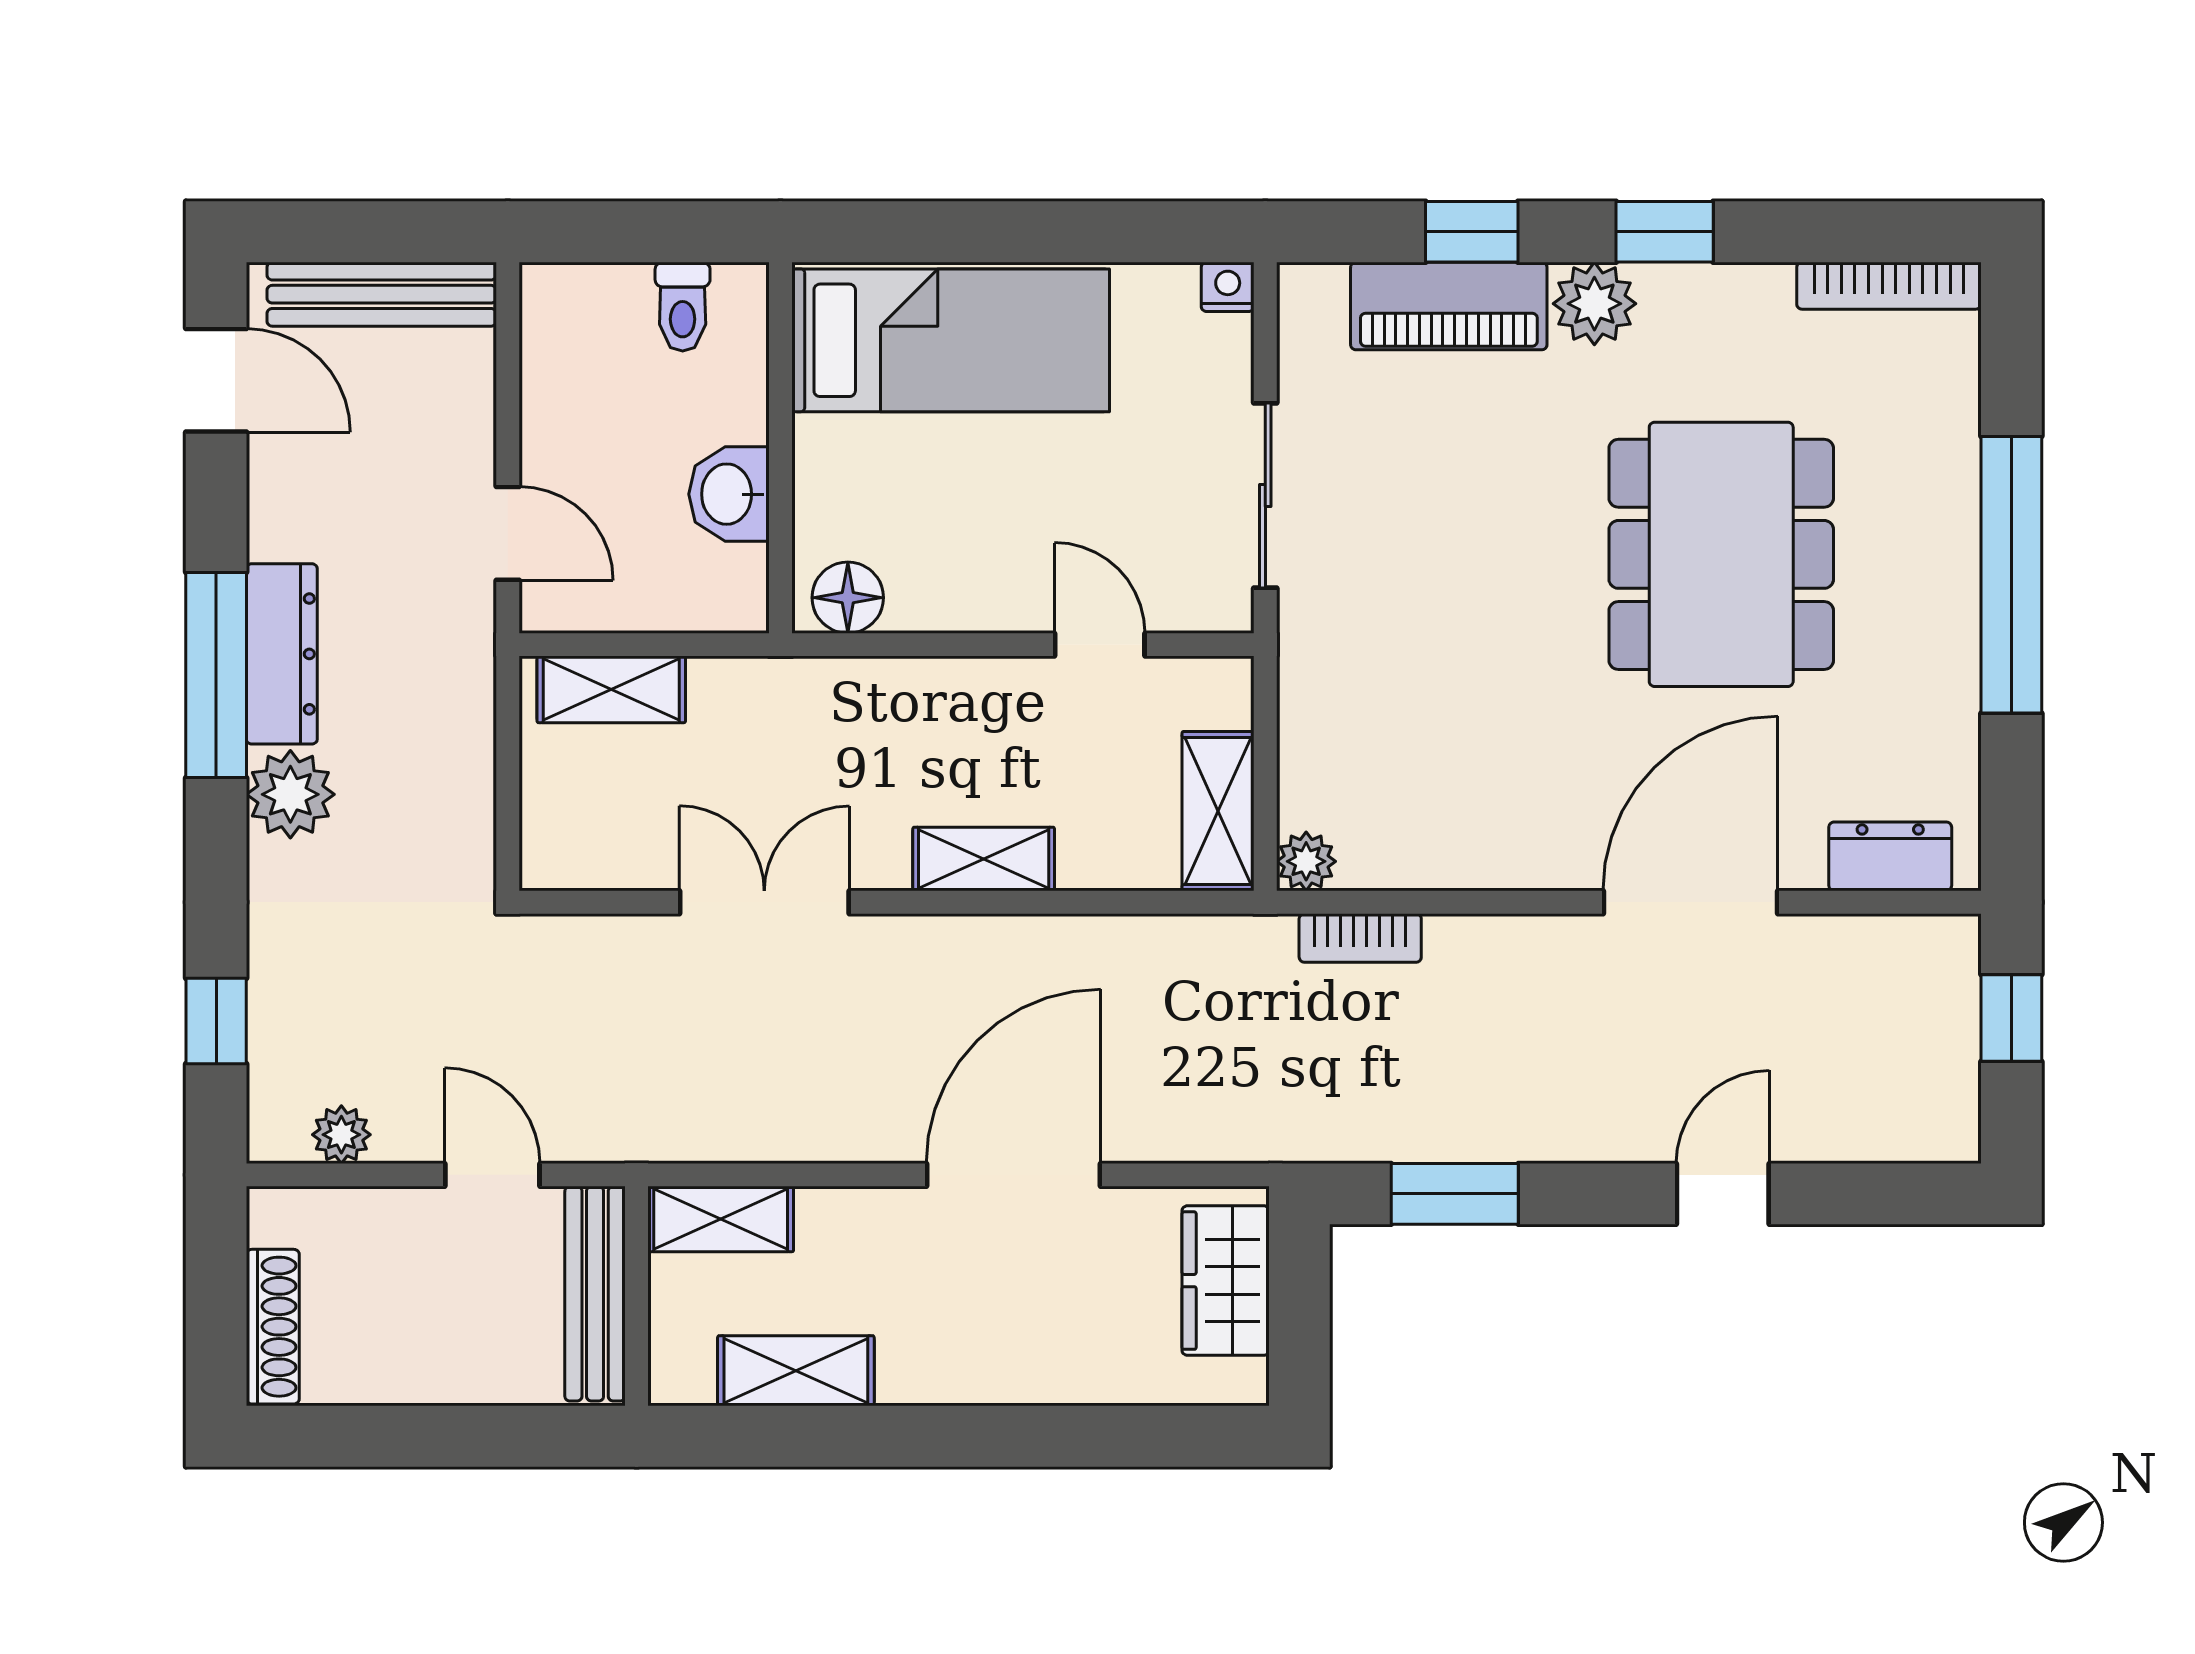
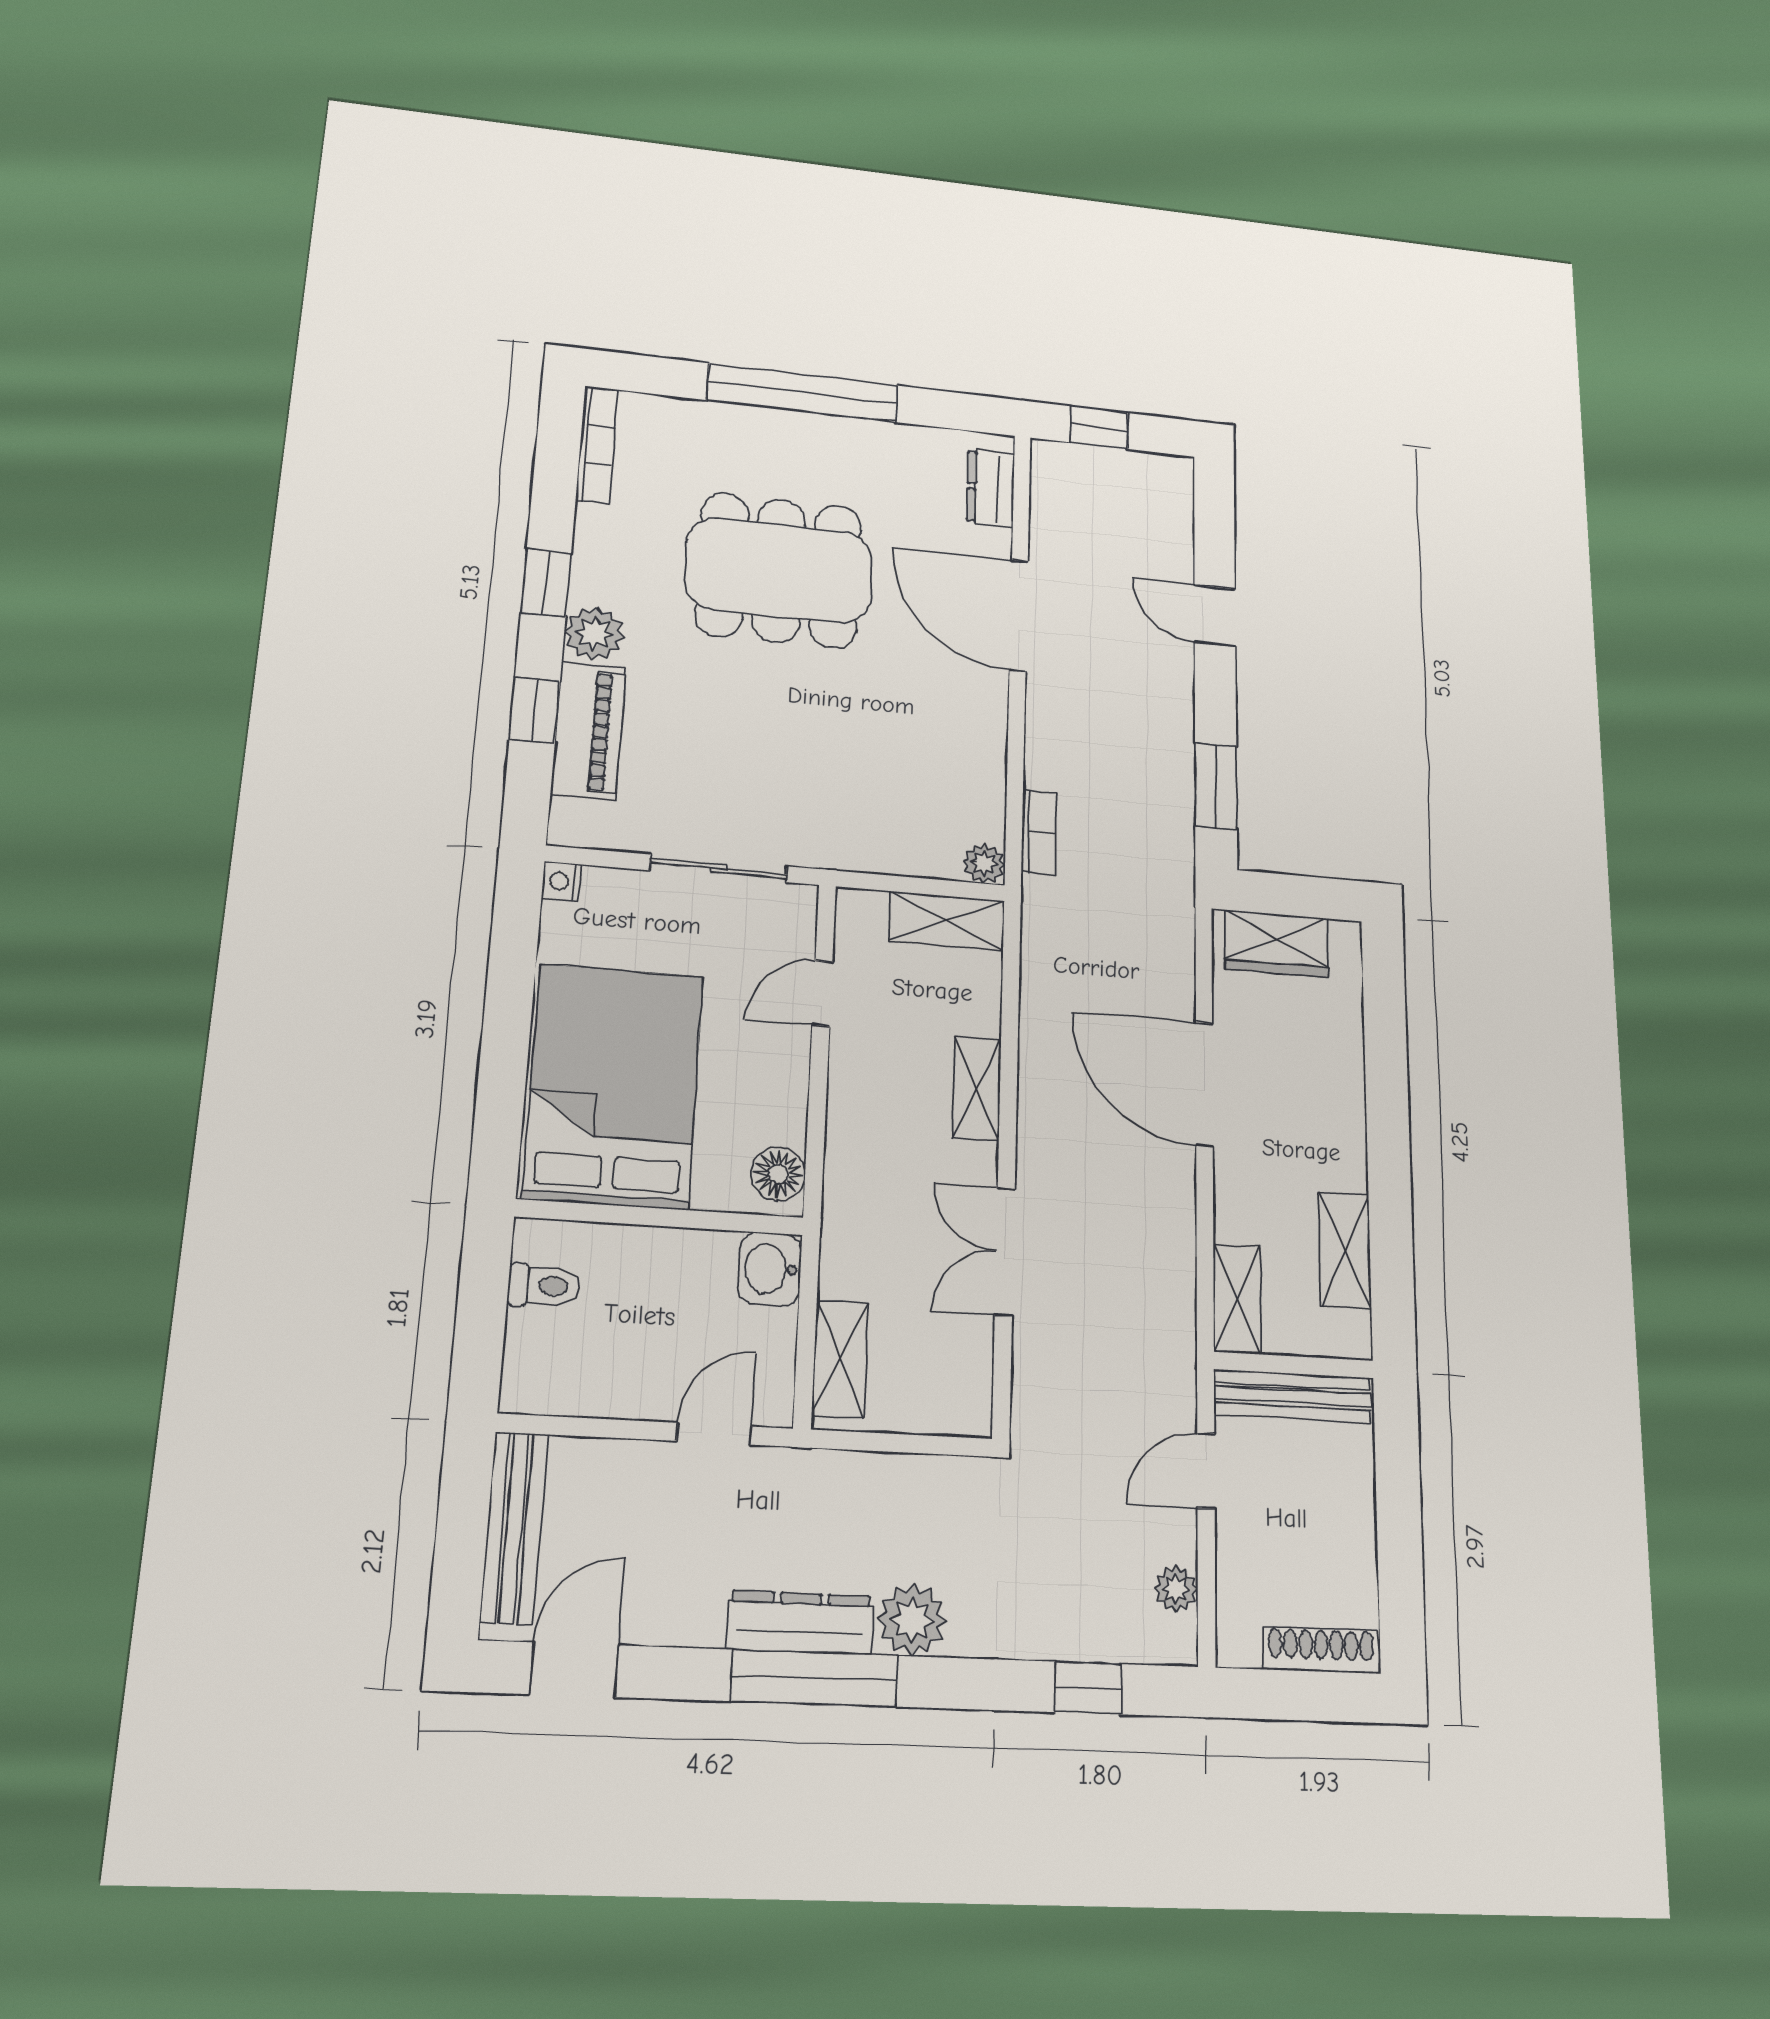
bed: (951, 340) -> (614, 1086), width x1.50
washbasin: (729, 494) -> (770, 1269), moved, turned 90

